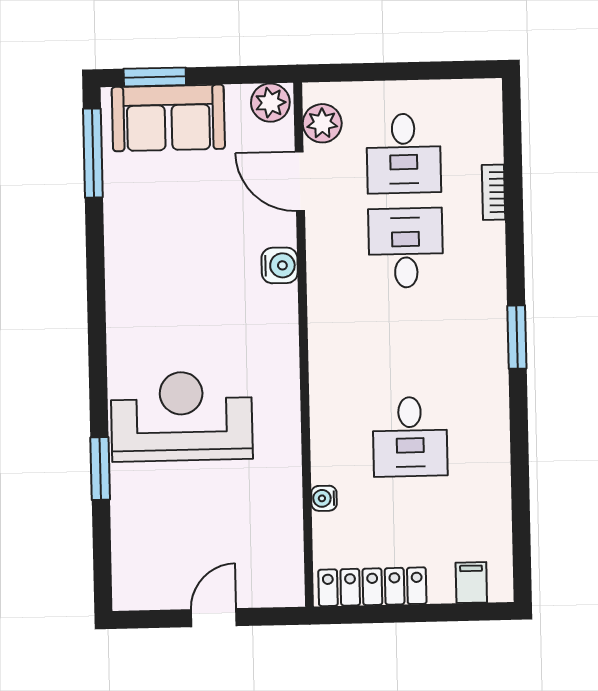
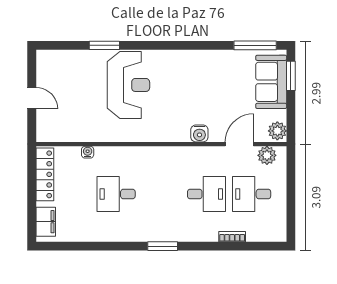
filing cabinet: (471, 583) -> (46, 222), width x2.00

